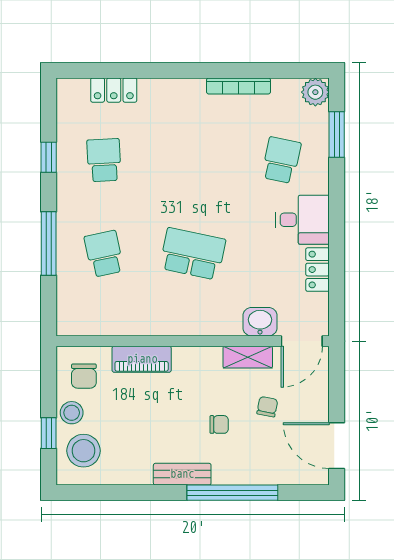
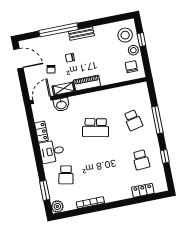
piano: (142, 359) -> (87, 83), moved

